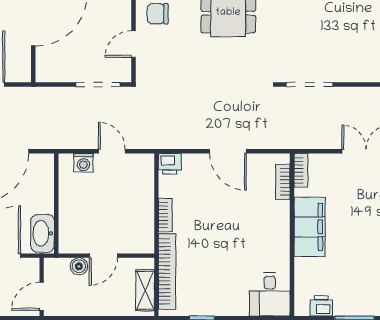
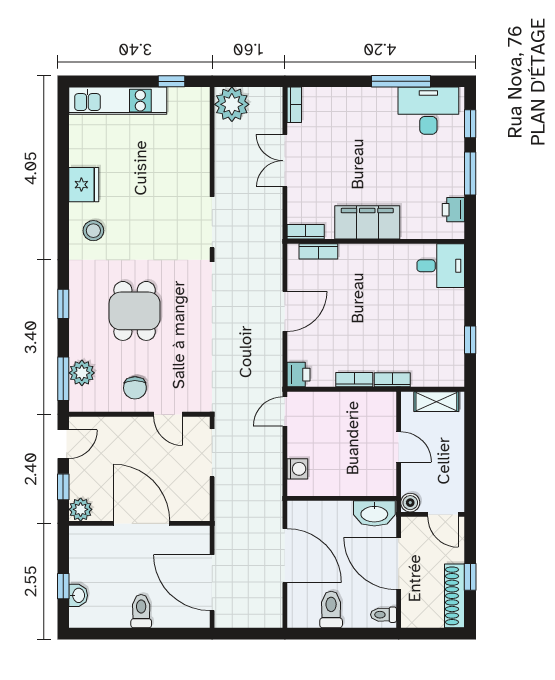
door: (112, 151) -> (285, 412), moved
boiler: (79, 266) -> (410, 503), moved
bookcase: (167, 271) -> (392, 380), width x0.43, depth x0.76

